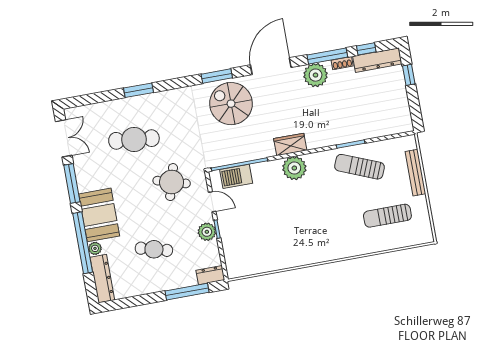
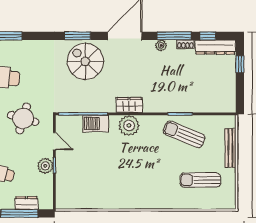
plant: (316, 75) -> (161, 45), width x0.53, depth x0.53
barbecue: (236, 176) -> (96, 124), moved
dresser: (210, 275) -> (26, 203), moved

